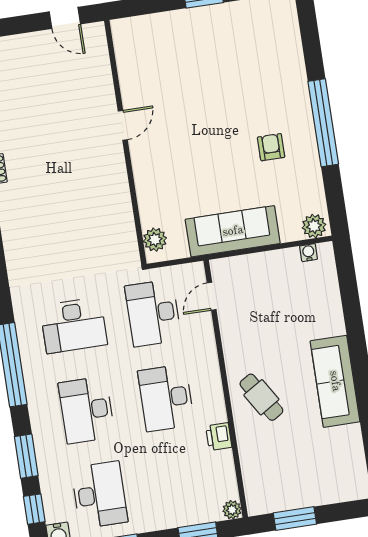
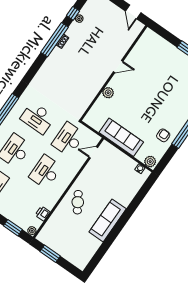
armchair: (271, 147) -> (163, 135), moved
plant: (155, 240) -> (108, 93), moved
printer: (219, 437) -> (43, 214), moved

